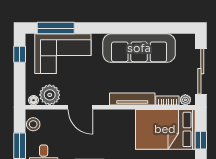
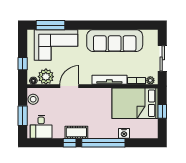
window: (20, 54) -> (23, 64), moved
sliding door: (201, 71) -> (162, 58), width x0.73
door: (80, 107) -> (69, 86), swing flipped

